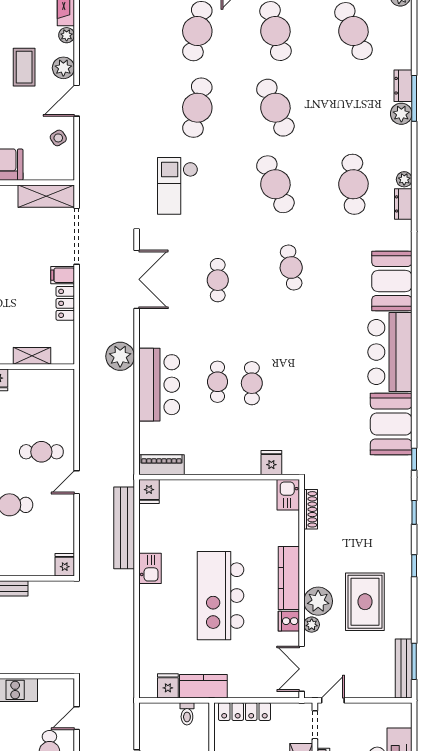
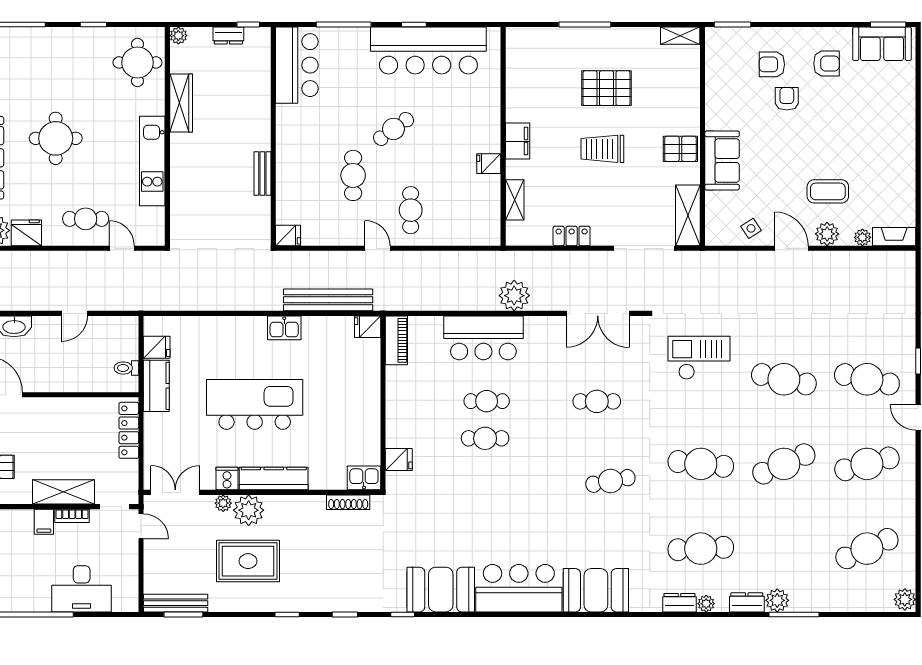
dresser: (403, 86) -> (747, 602), moved
cafe table: (275, 184) -> (701, 464), turned 30
filing cabinet: (63, 275) -> (602, 233), removed

